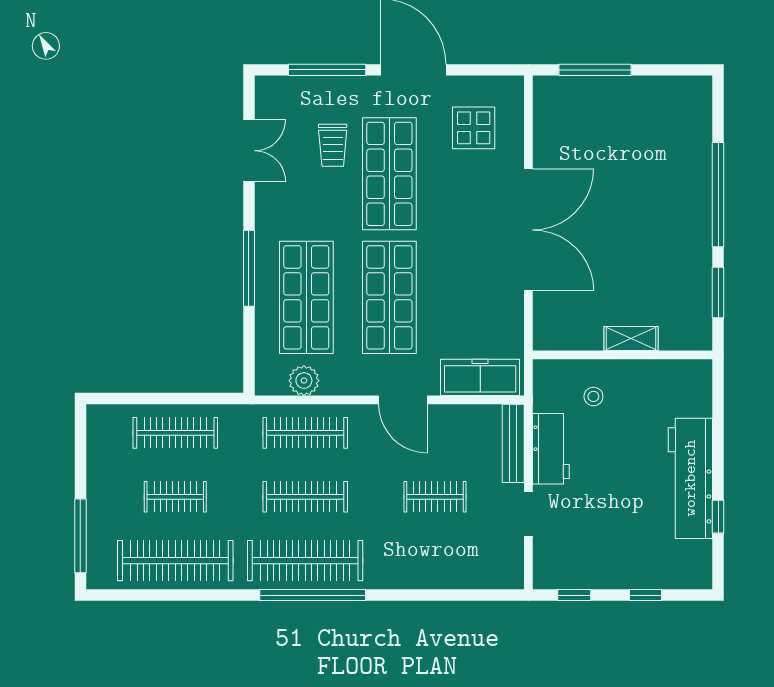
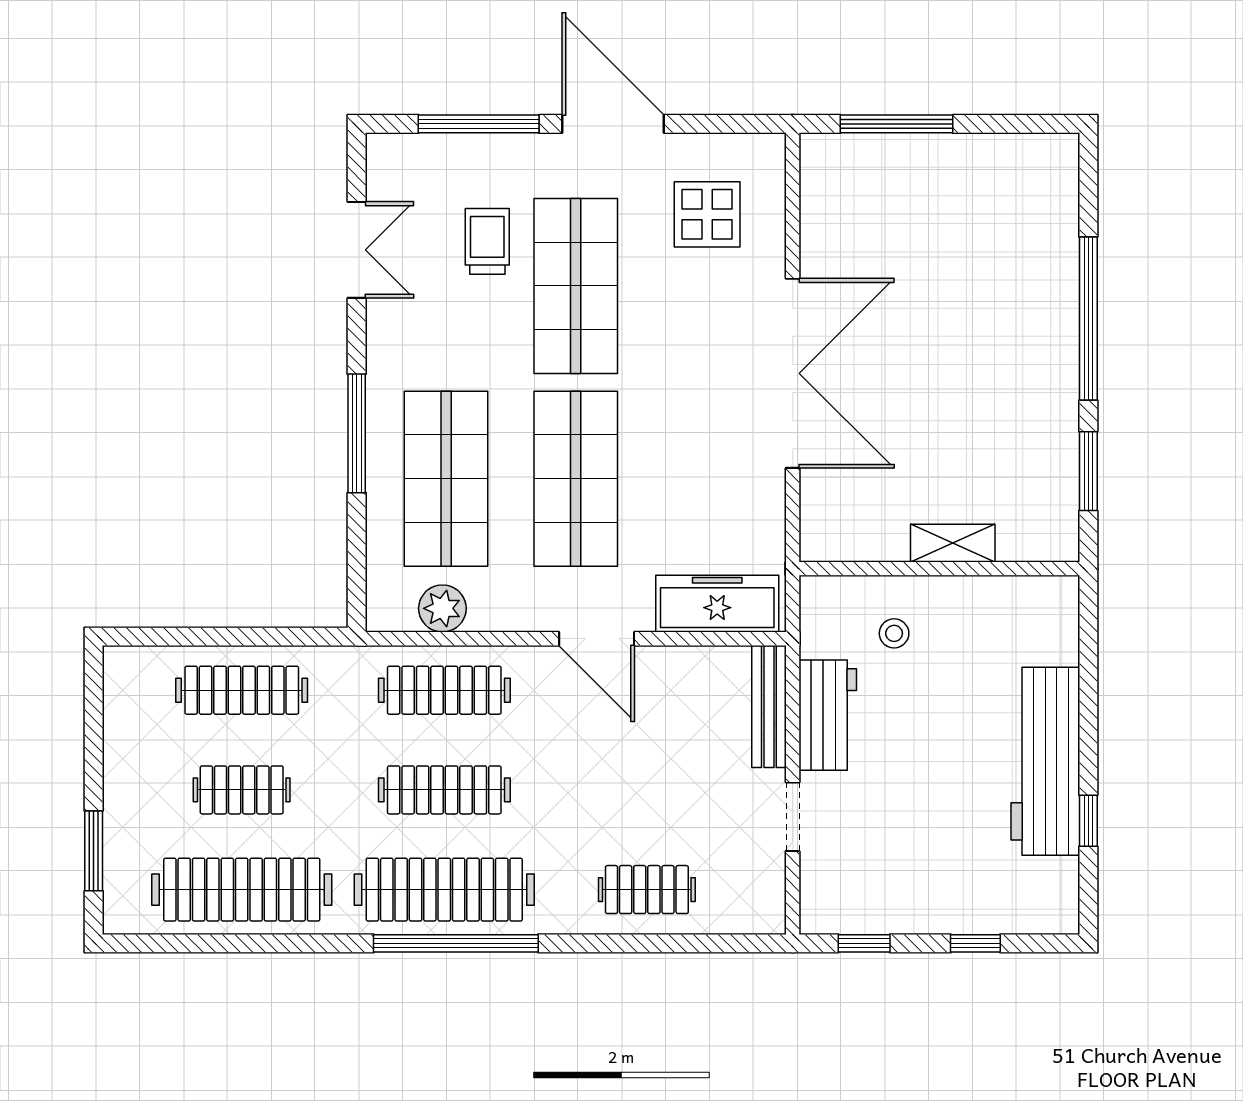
trolley: (333, 145) -> (487, 241), turned 180
clothes rail: (435, 497) -> (647, 890), moved
window: (80, 536) -> (94, 851), width x0.69

